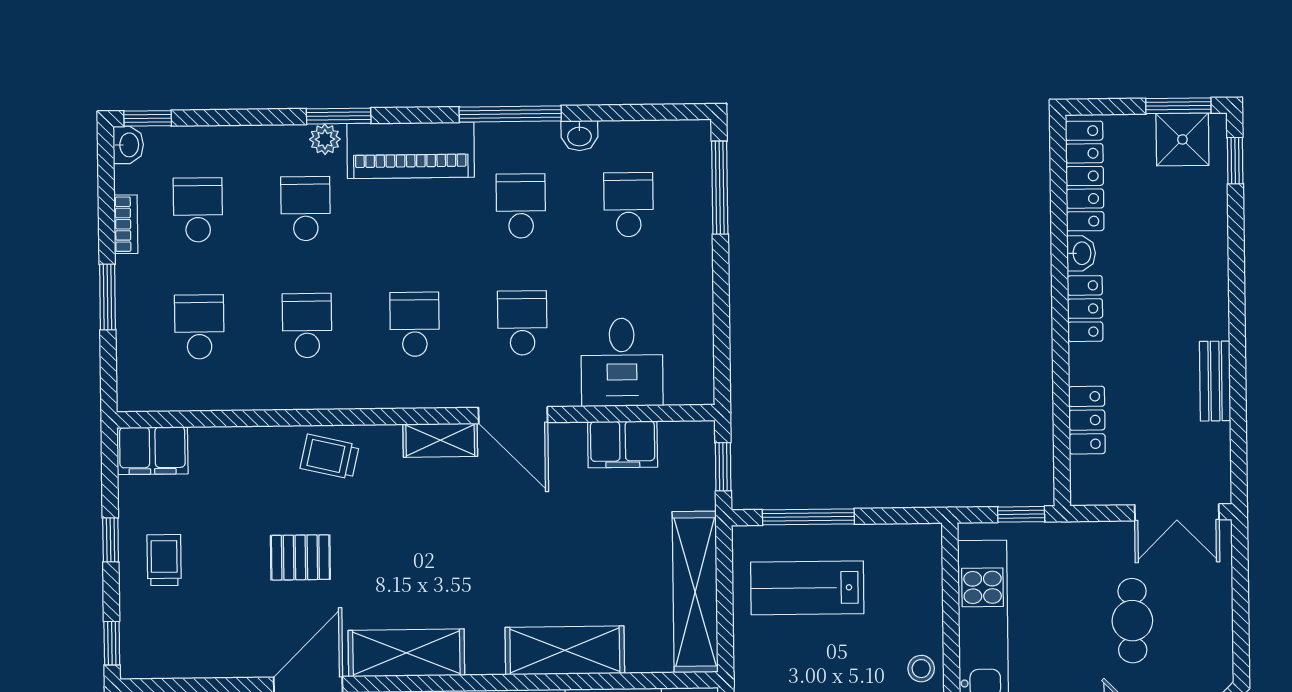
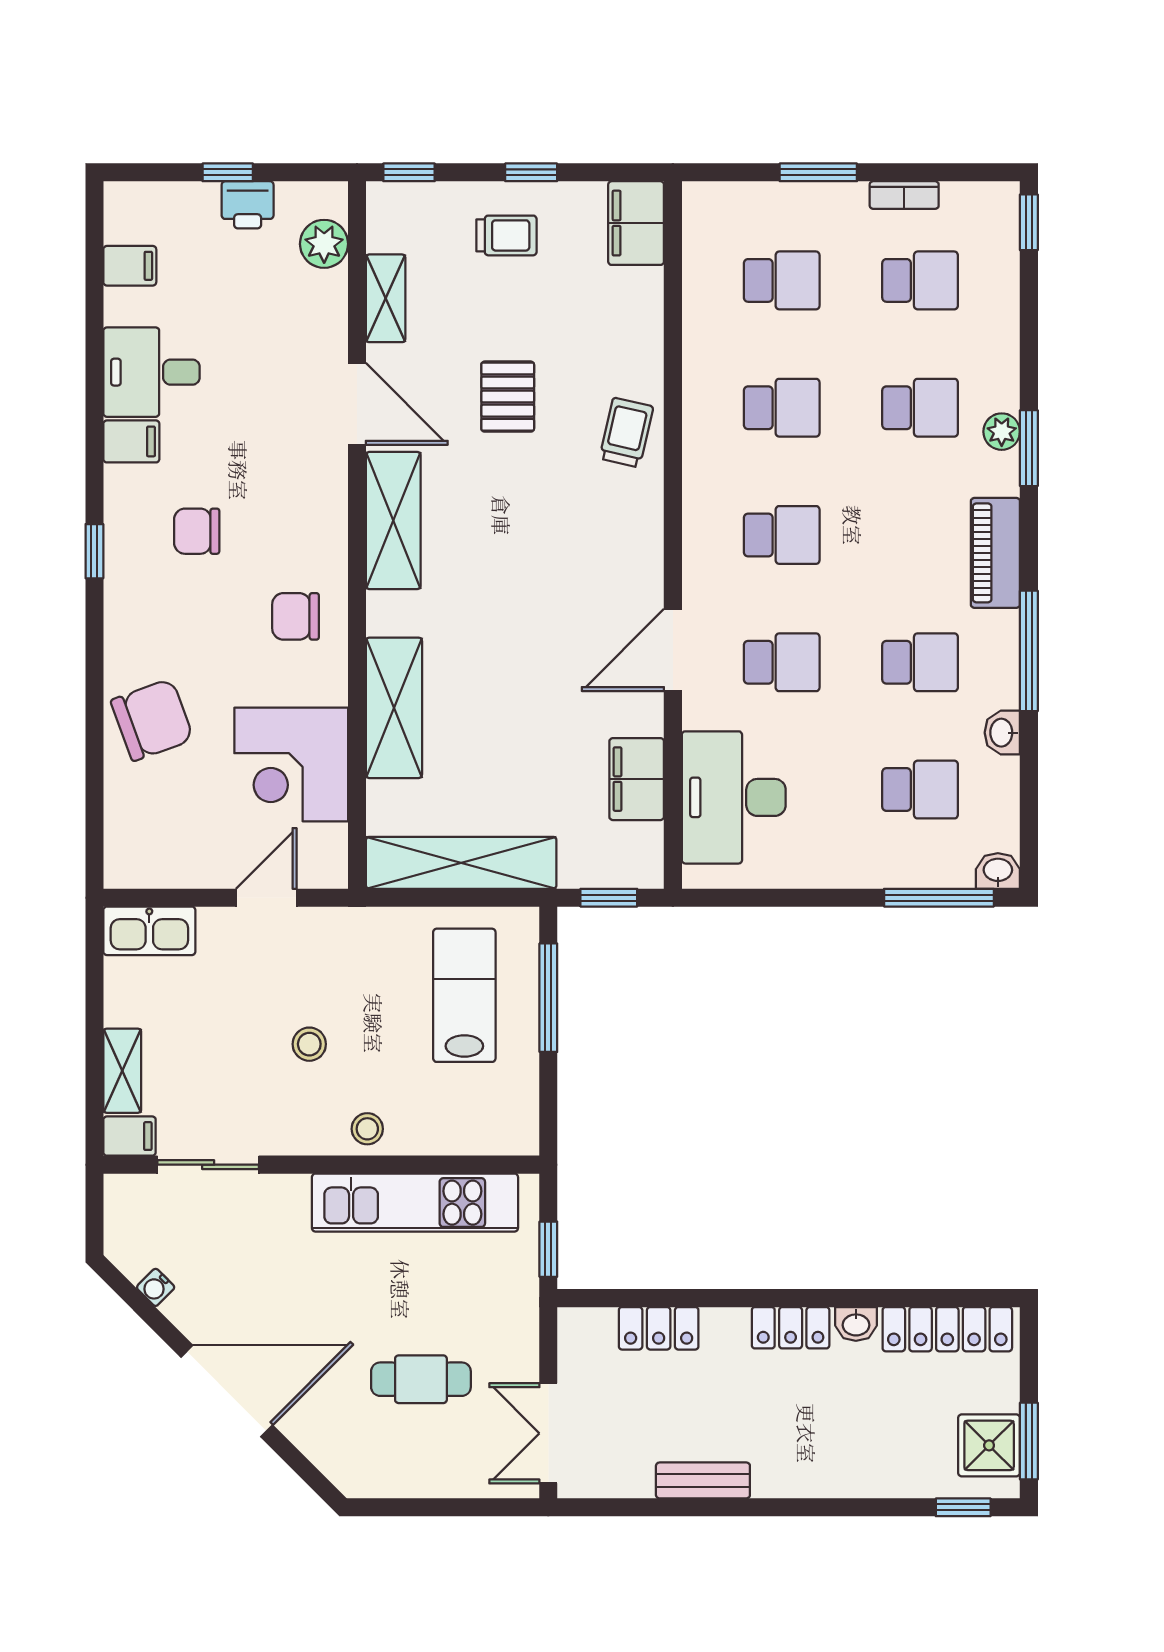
washbasin: (128, 145) -> (998, 871), moved, turned 180
piano: (411, 150) -> (995, 553), width x0.73, depth x0.75
desk: (622, 362) -> (734, 797), width x1.37
shelving: (440, 440) -> (386, 298), moved

